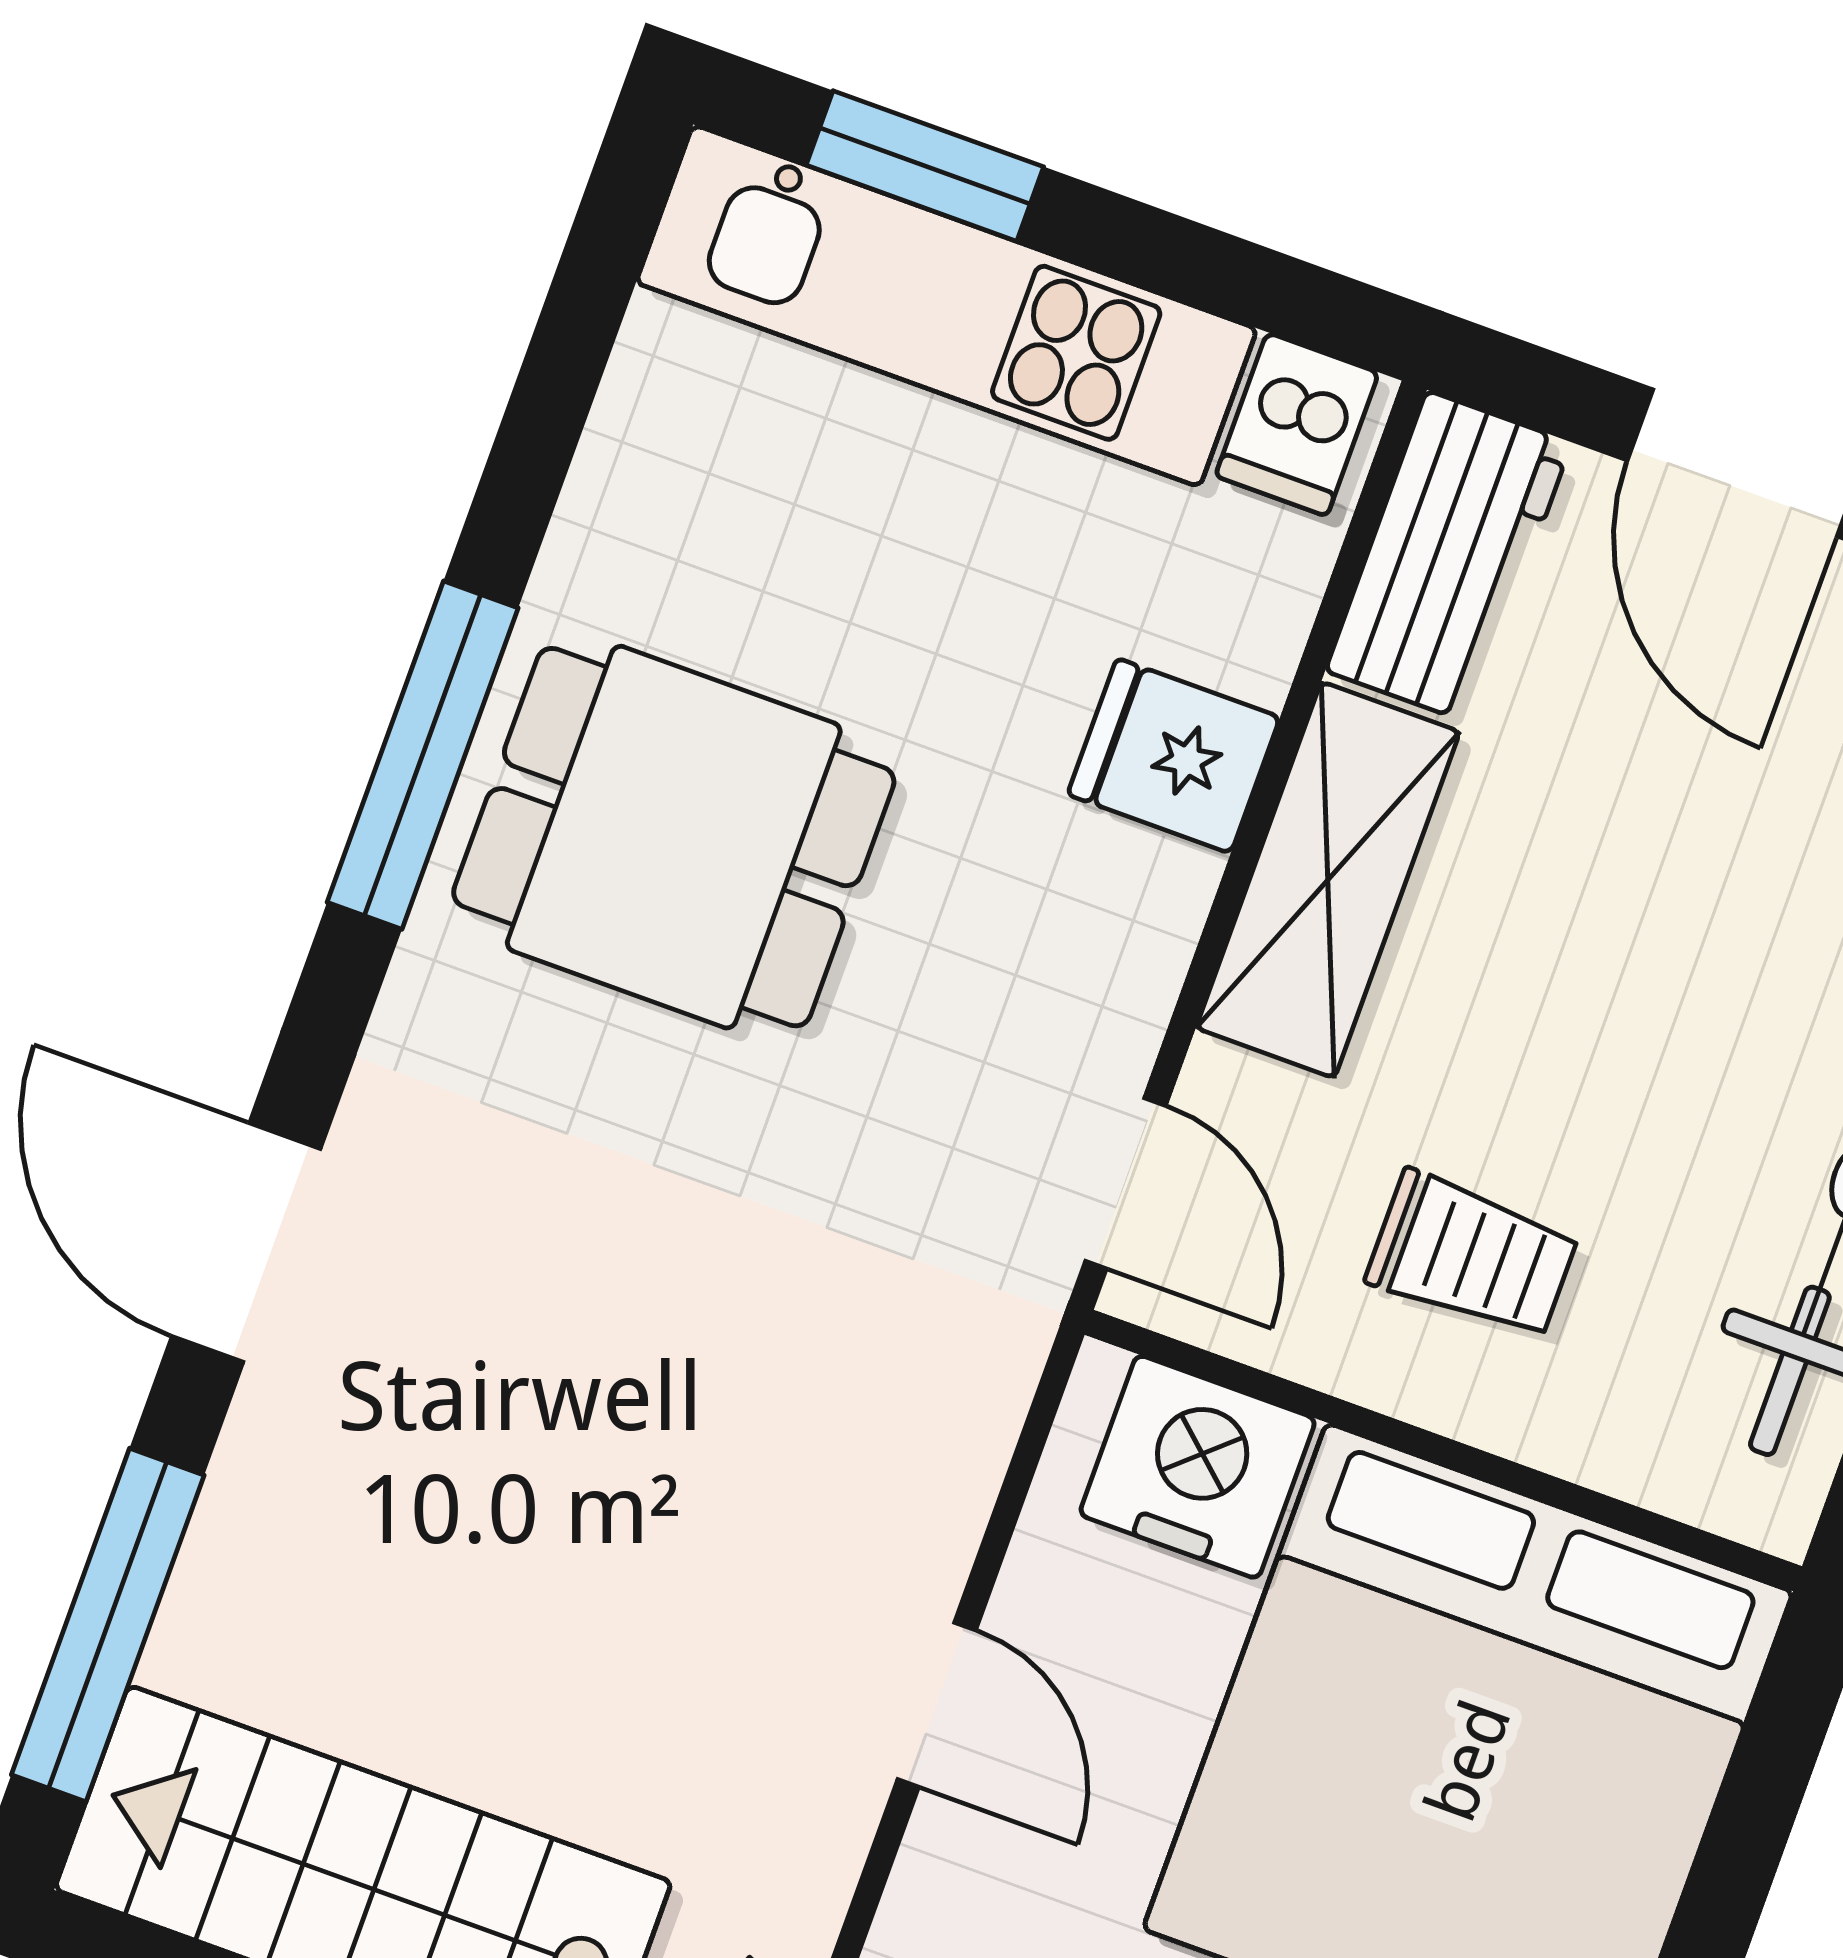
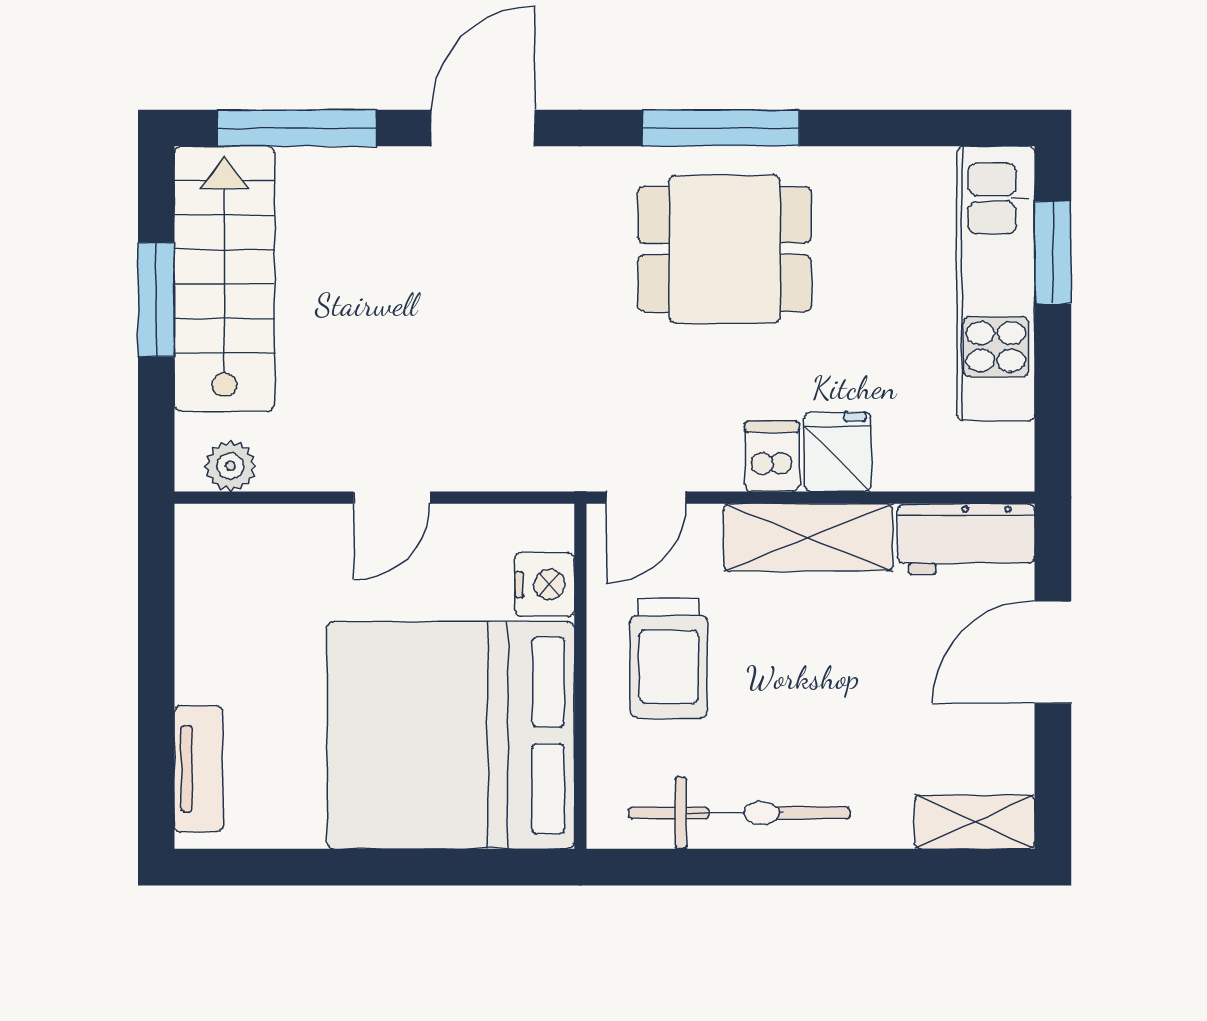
dishwasher: (1297, 424) -> (772, 456), moved, turned 90
dining table: (674, 837) -> (725, 249), turned 90
trolley: (1472, 1256) -> (669, 658), width x1.36, depth x1.39
nightstand: (1198, 1467) -> (545, 584), width x0.74, depth x0.75

